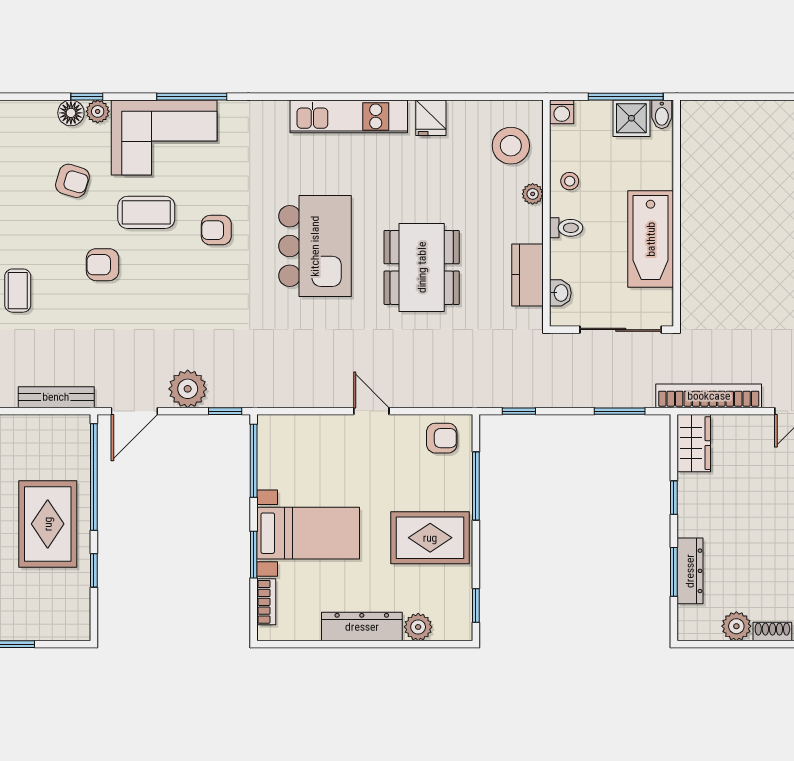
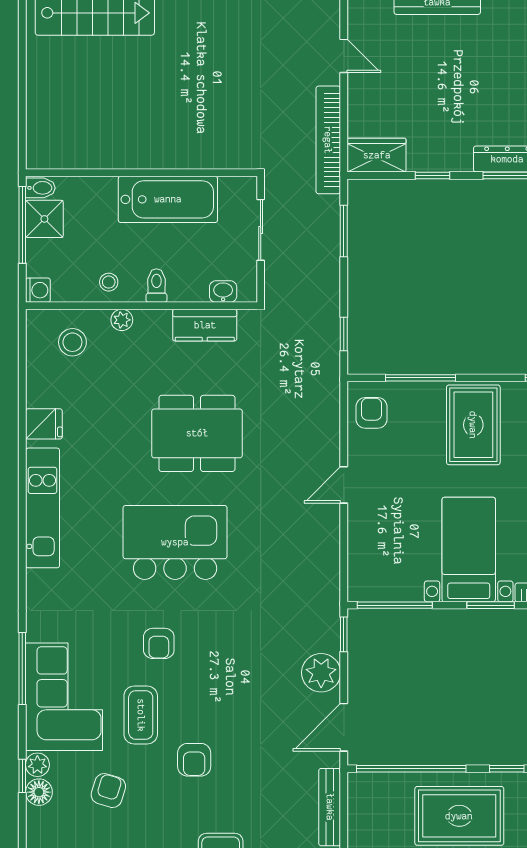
stool: (511, 146) -> (72, 342), width x0.73, depth x0.73
sliding door: (621, 330) -> (261, 230), width x0.73
door: (134, 411) -> (344, 727), swing flipped

